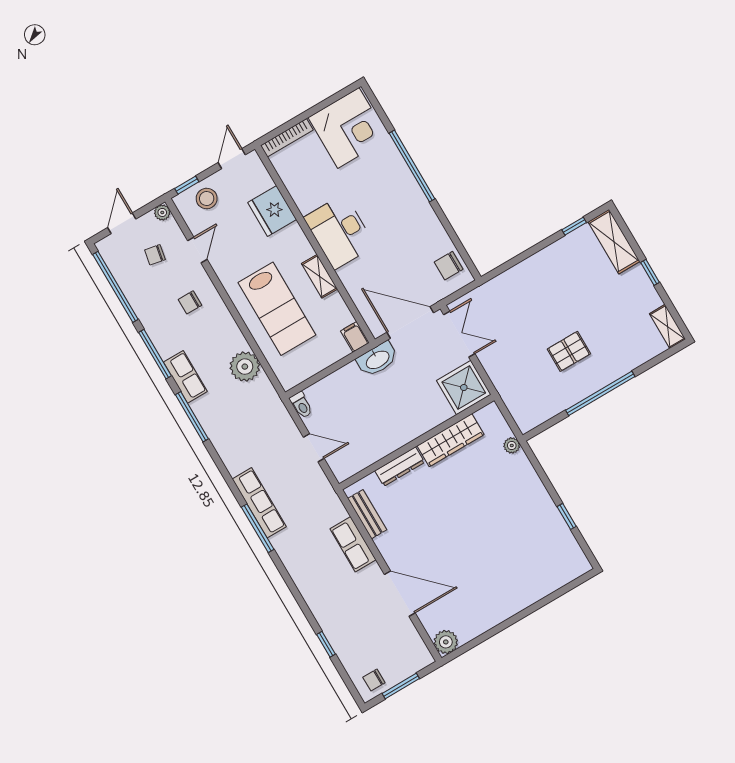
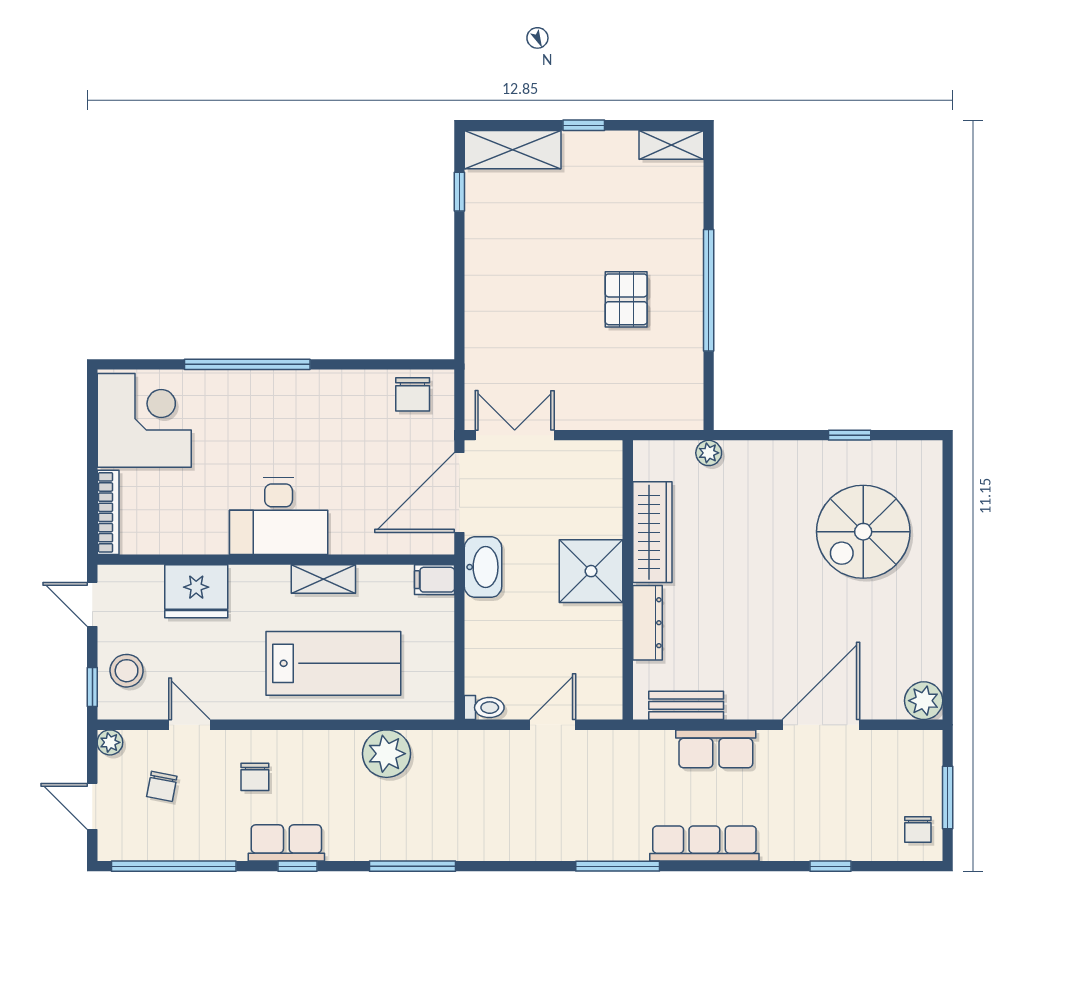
window: (155, 354) -> (298, 866), width x0.46
row of seats: (185, 377) -> (286, 843), moved
shower: (464, 388) -> (591, 571), moved
row of seats: (259, 503) -> (704, 843), moved
spiral stairs: (518, 555) -> (863, 532), added

